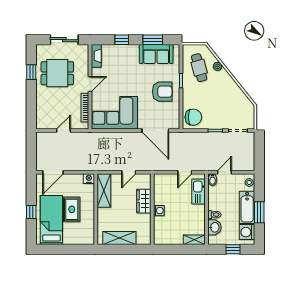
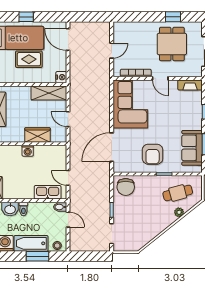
door: (64, 131) -> (112, 51), hinge flipped
window: (259, 212) -> (38, 256), moved

